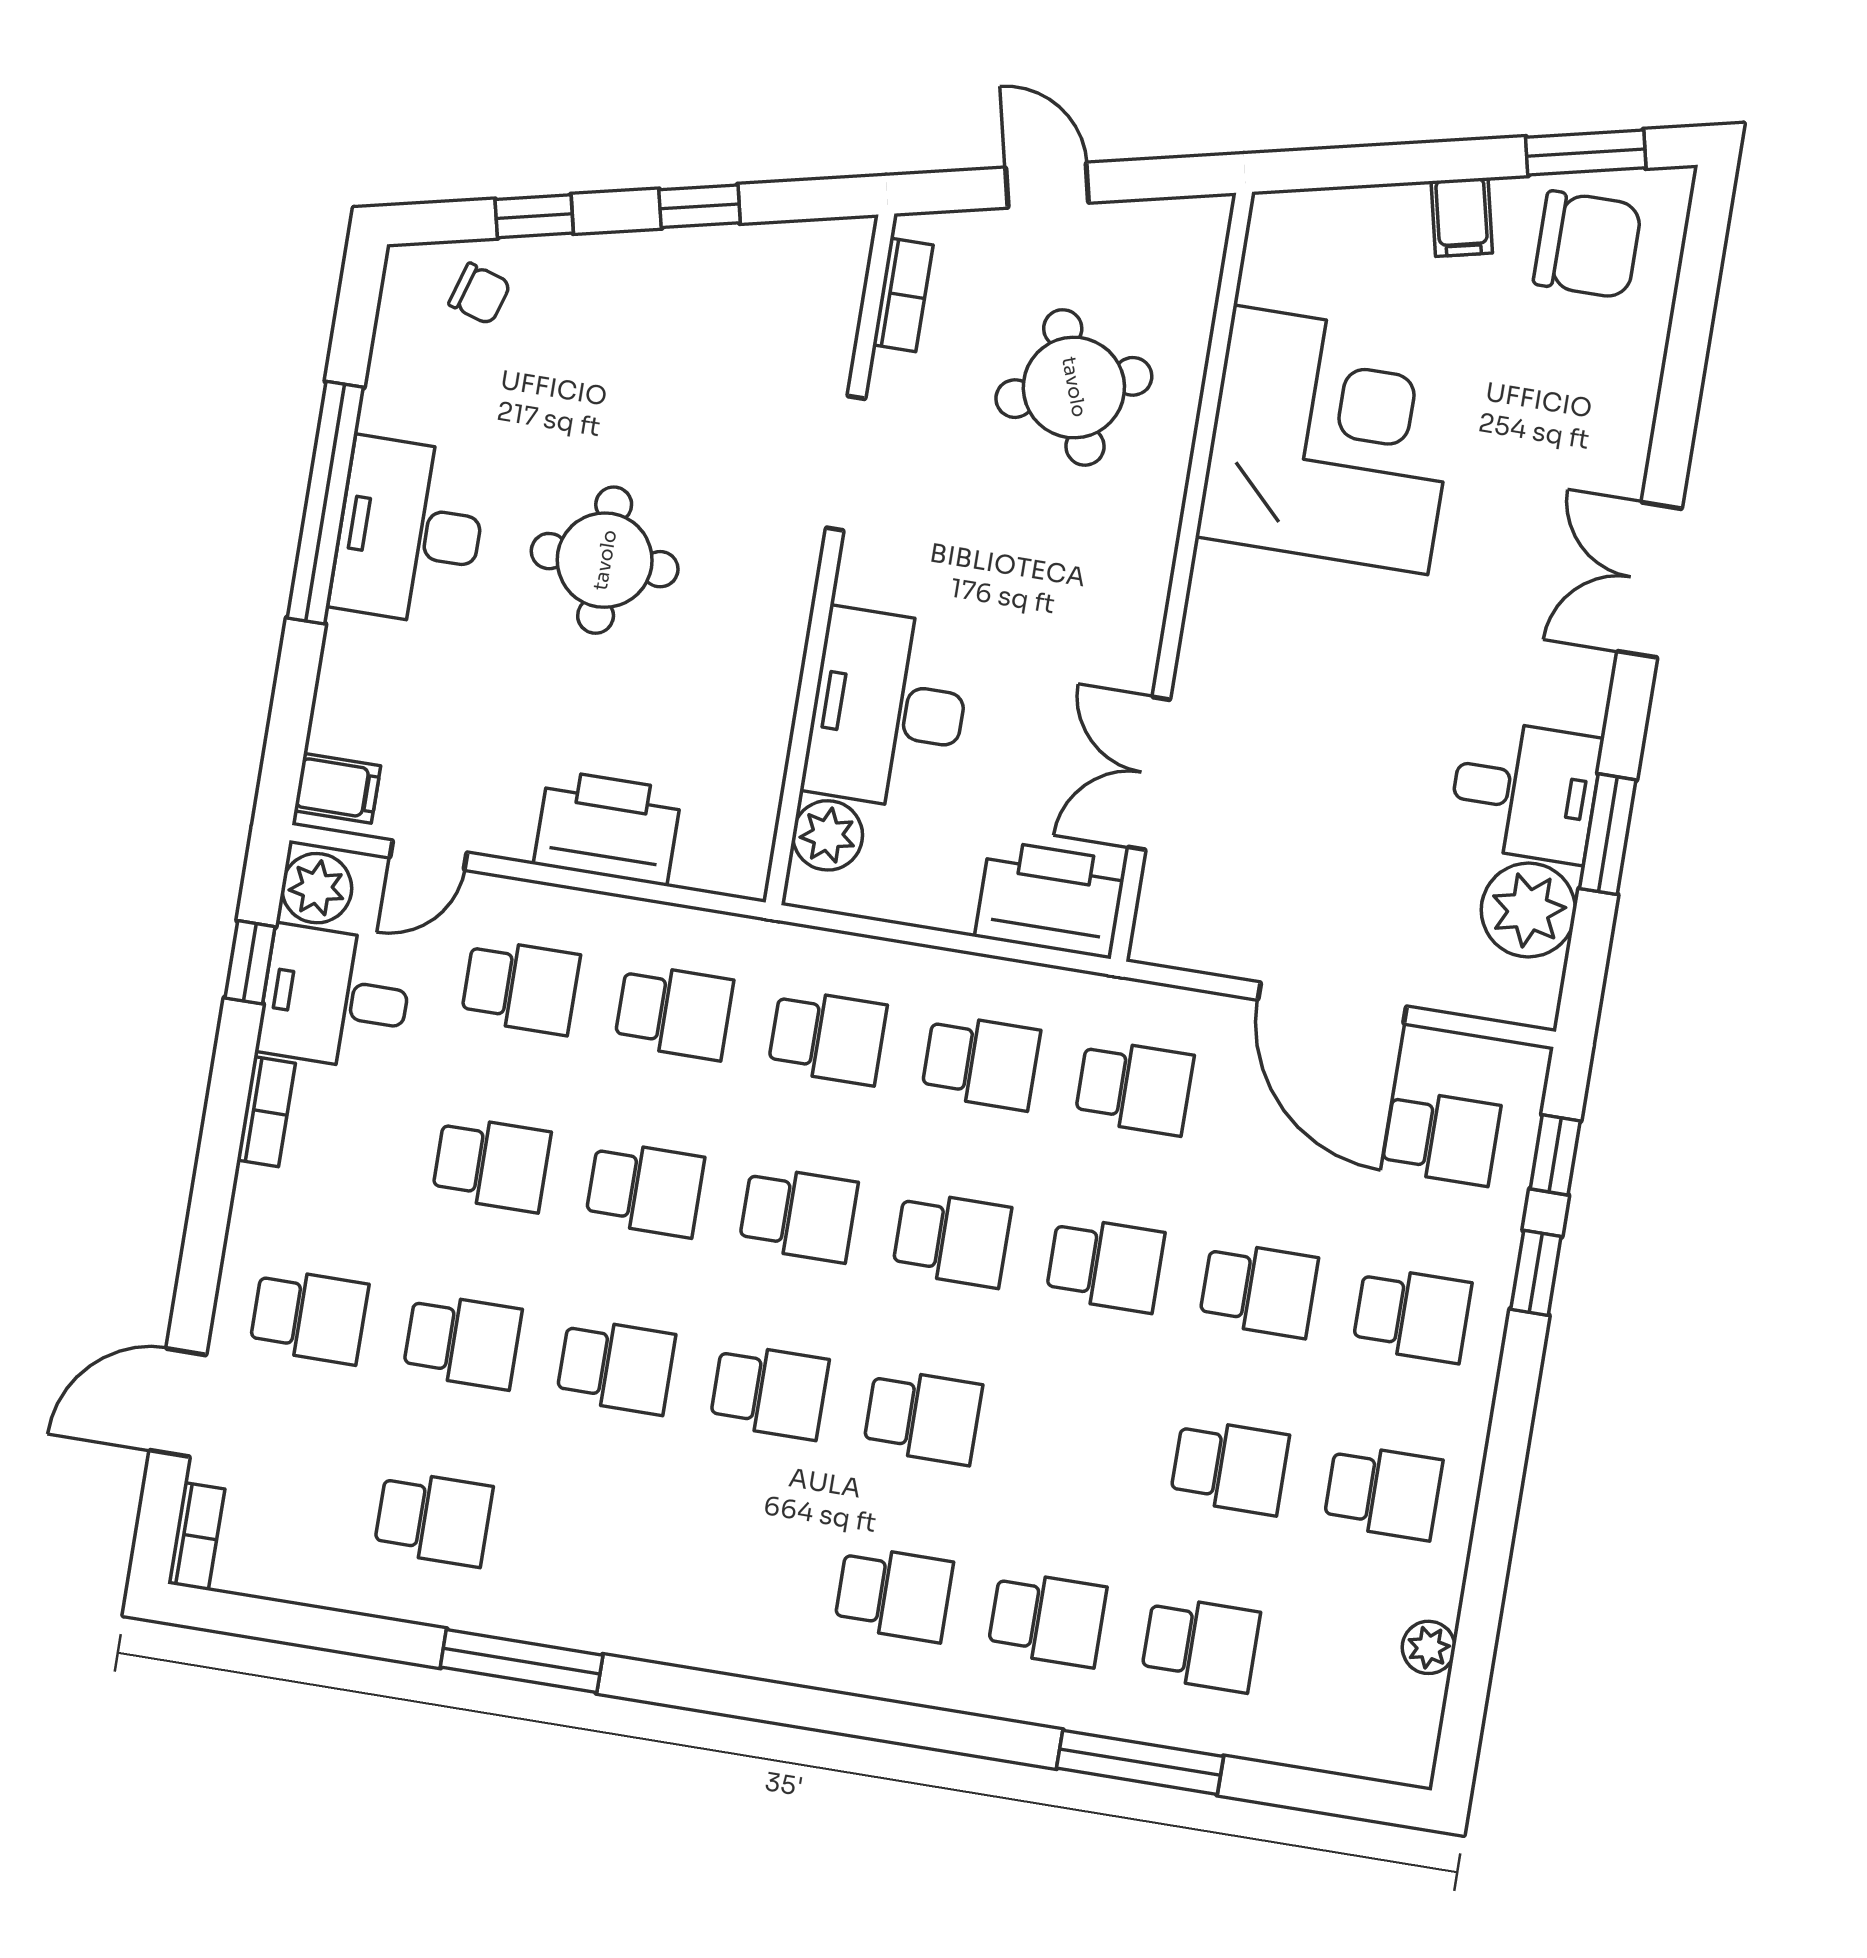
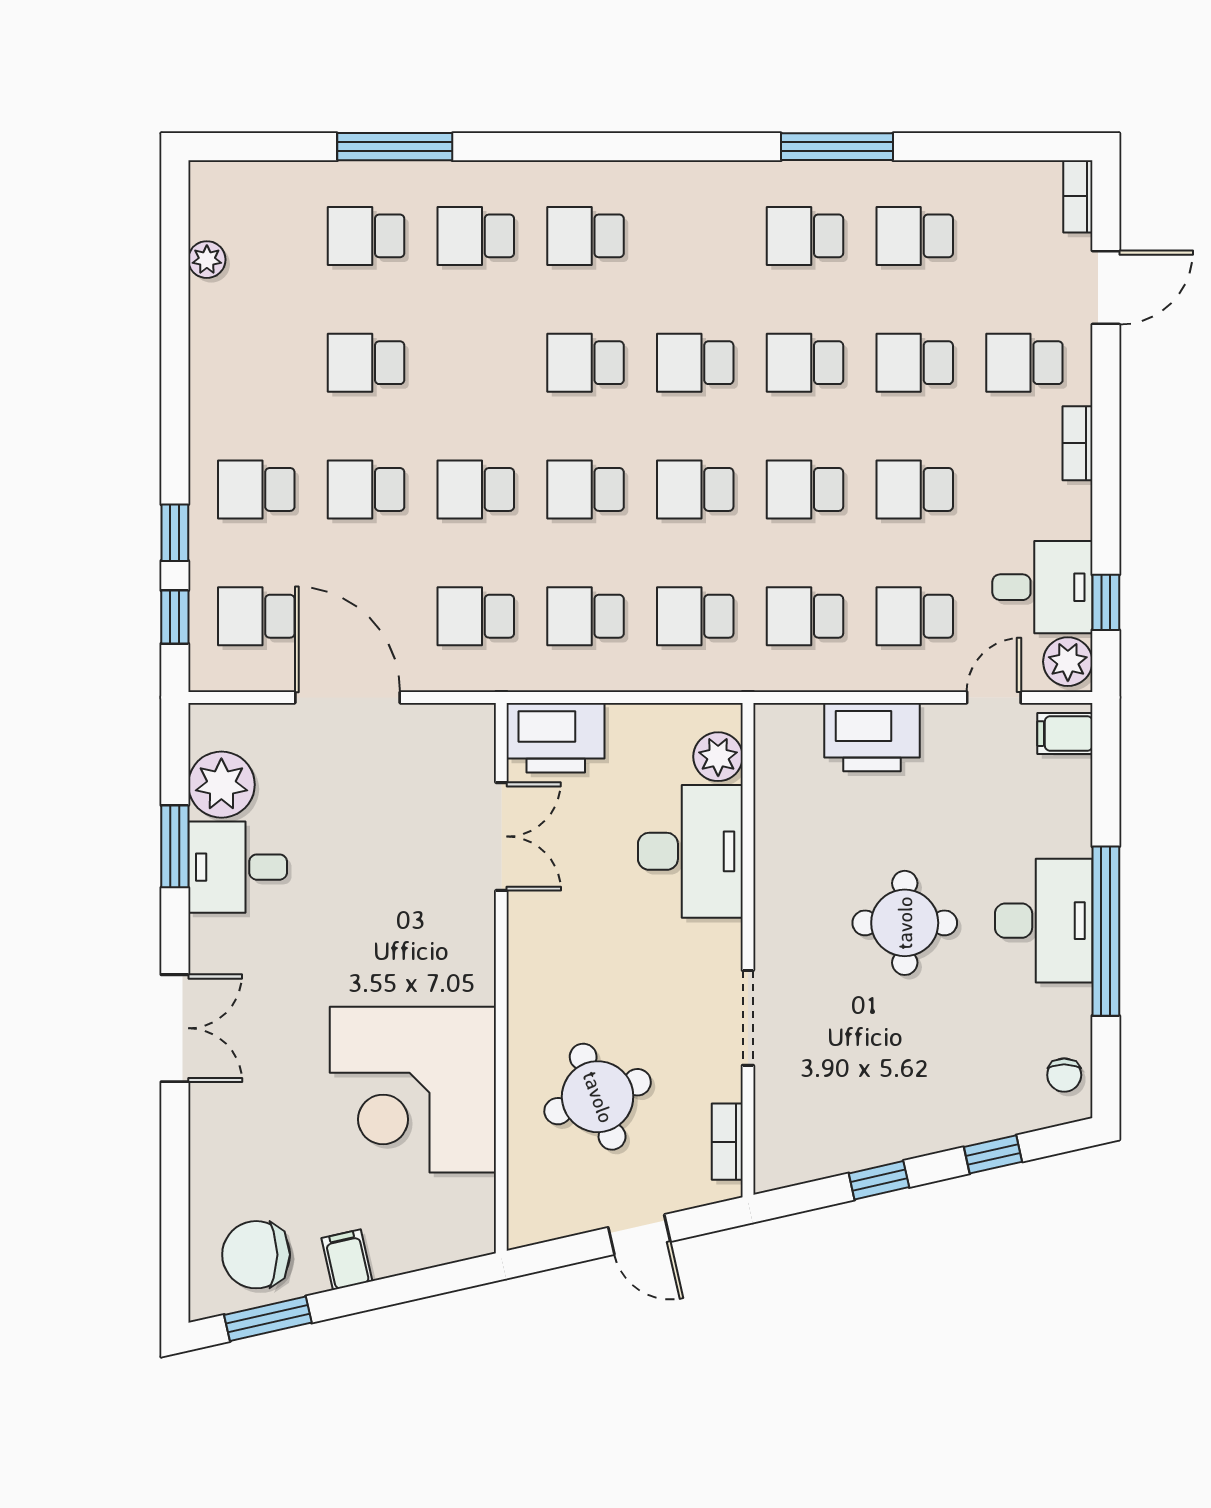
chair: (480, 294) -> (1064, 1075), moved, turned -107
bookcase: (266, 1112) -> (1078, 443), moved
school desk: (1383, 1492) -> (805, 236), moved

